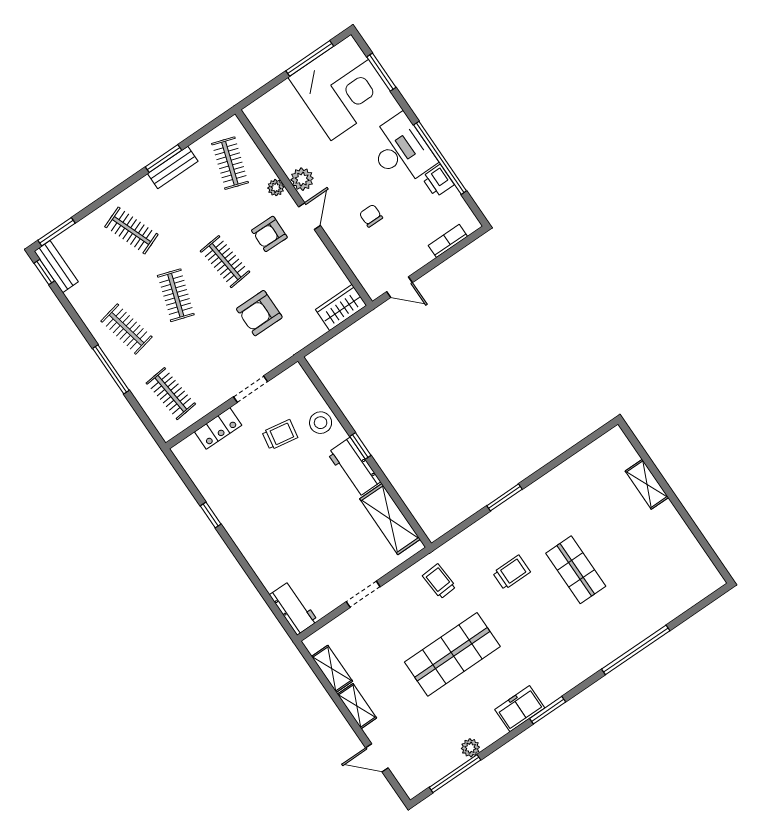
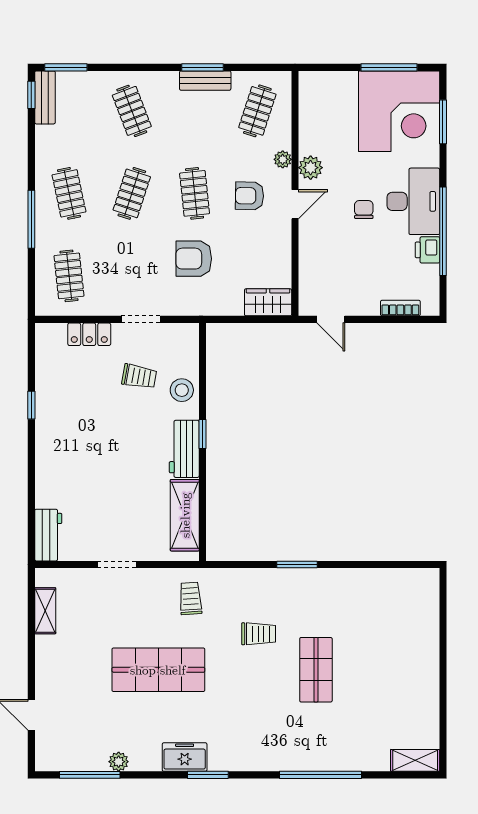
chair: (371, 216) -> (364, 210), moved
shelving: (647, 484) -> (415, 760), moved, turned 90
shelving: (357, 706) -> (45, 658), removed

